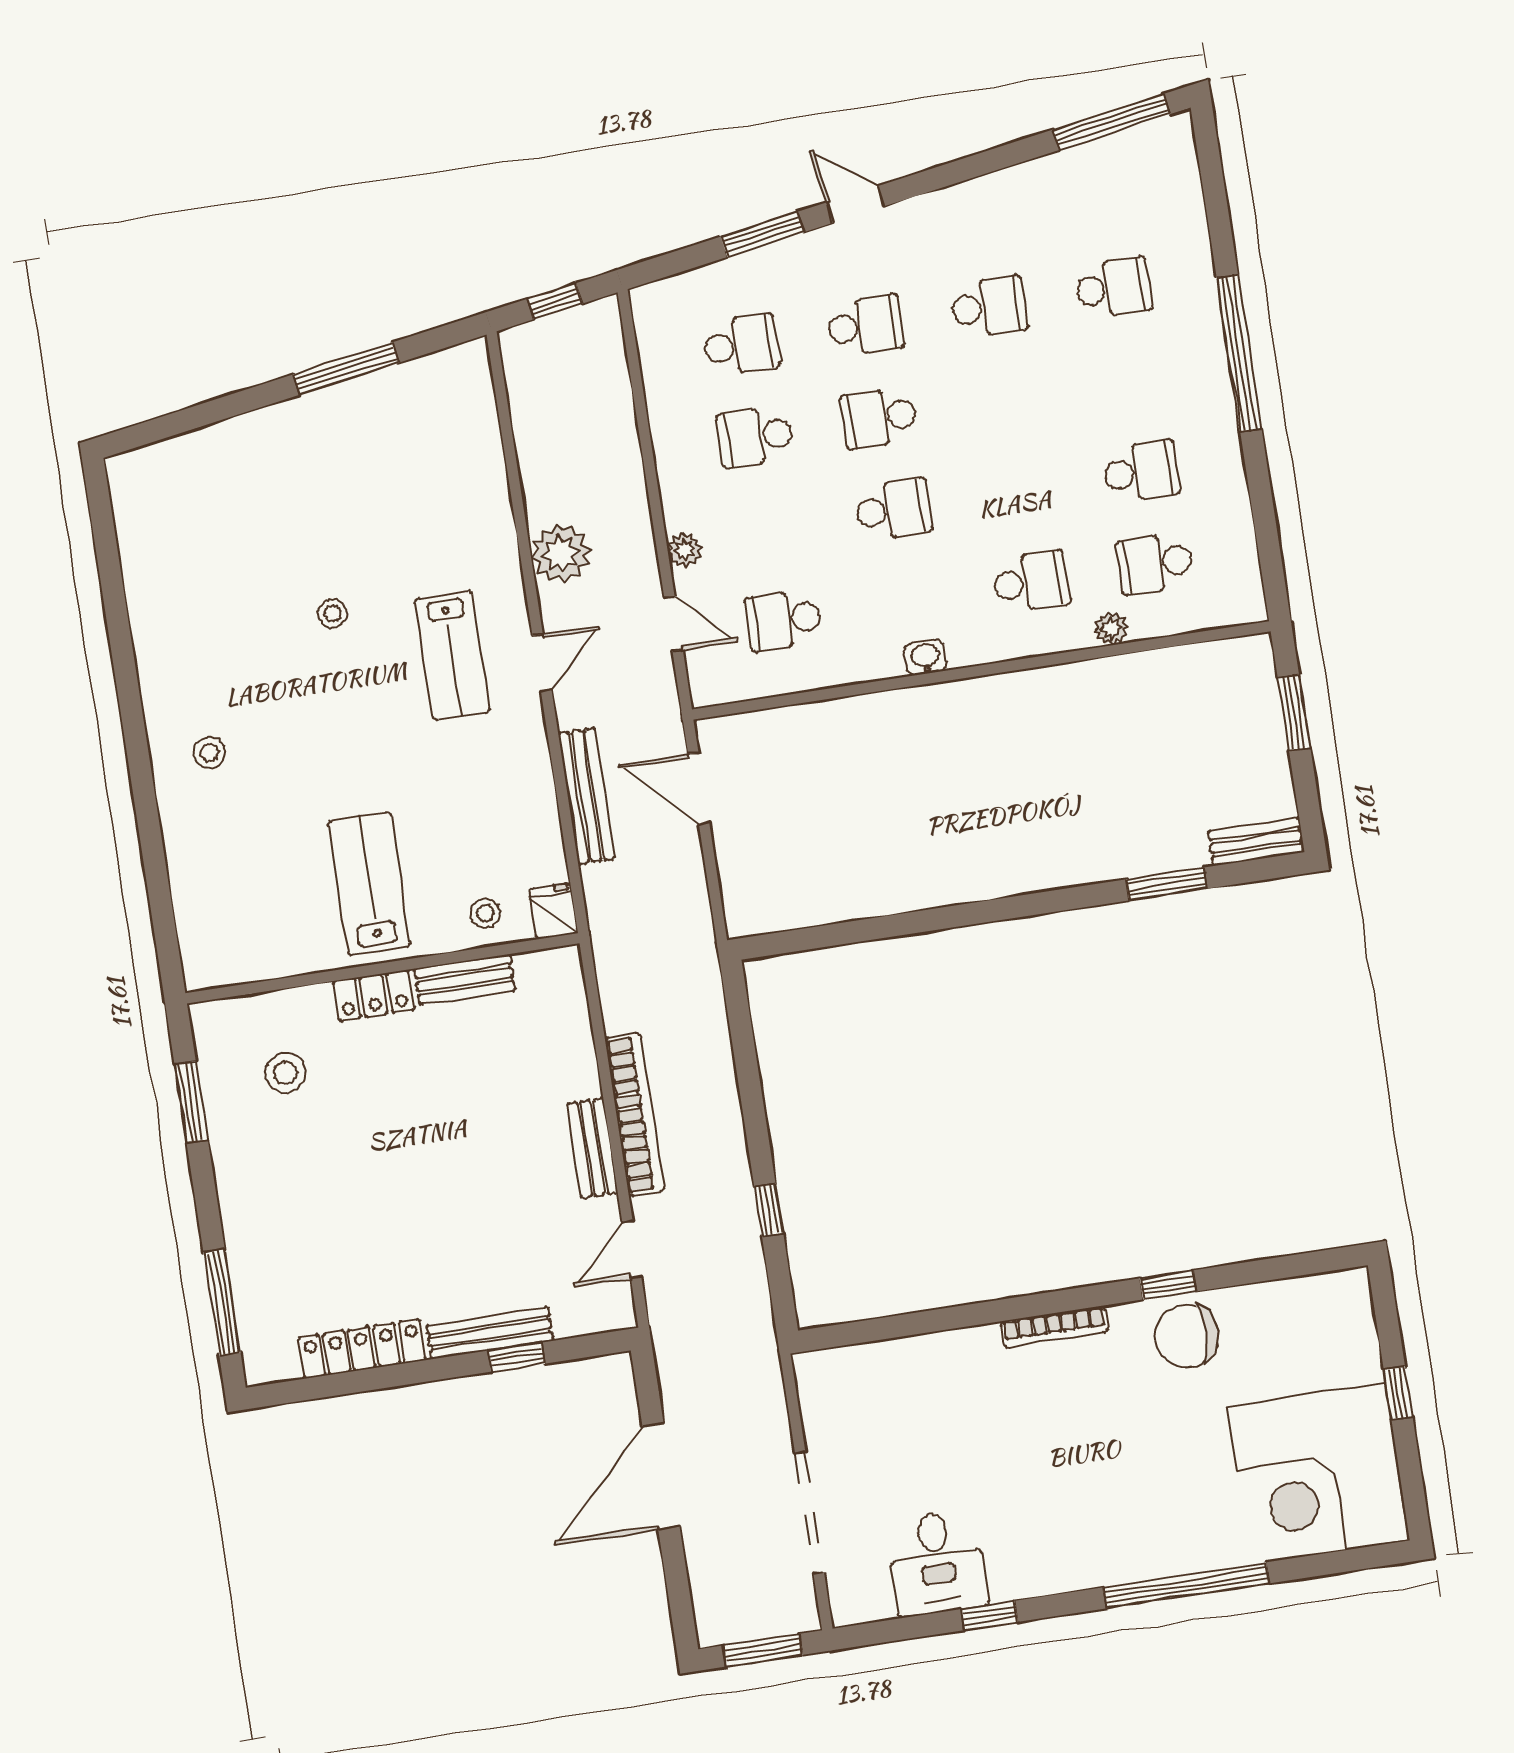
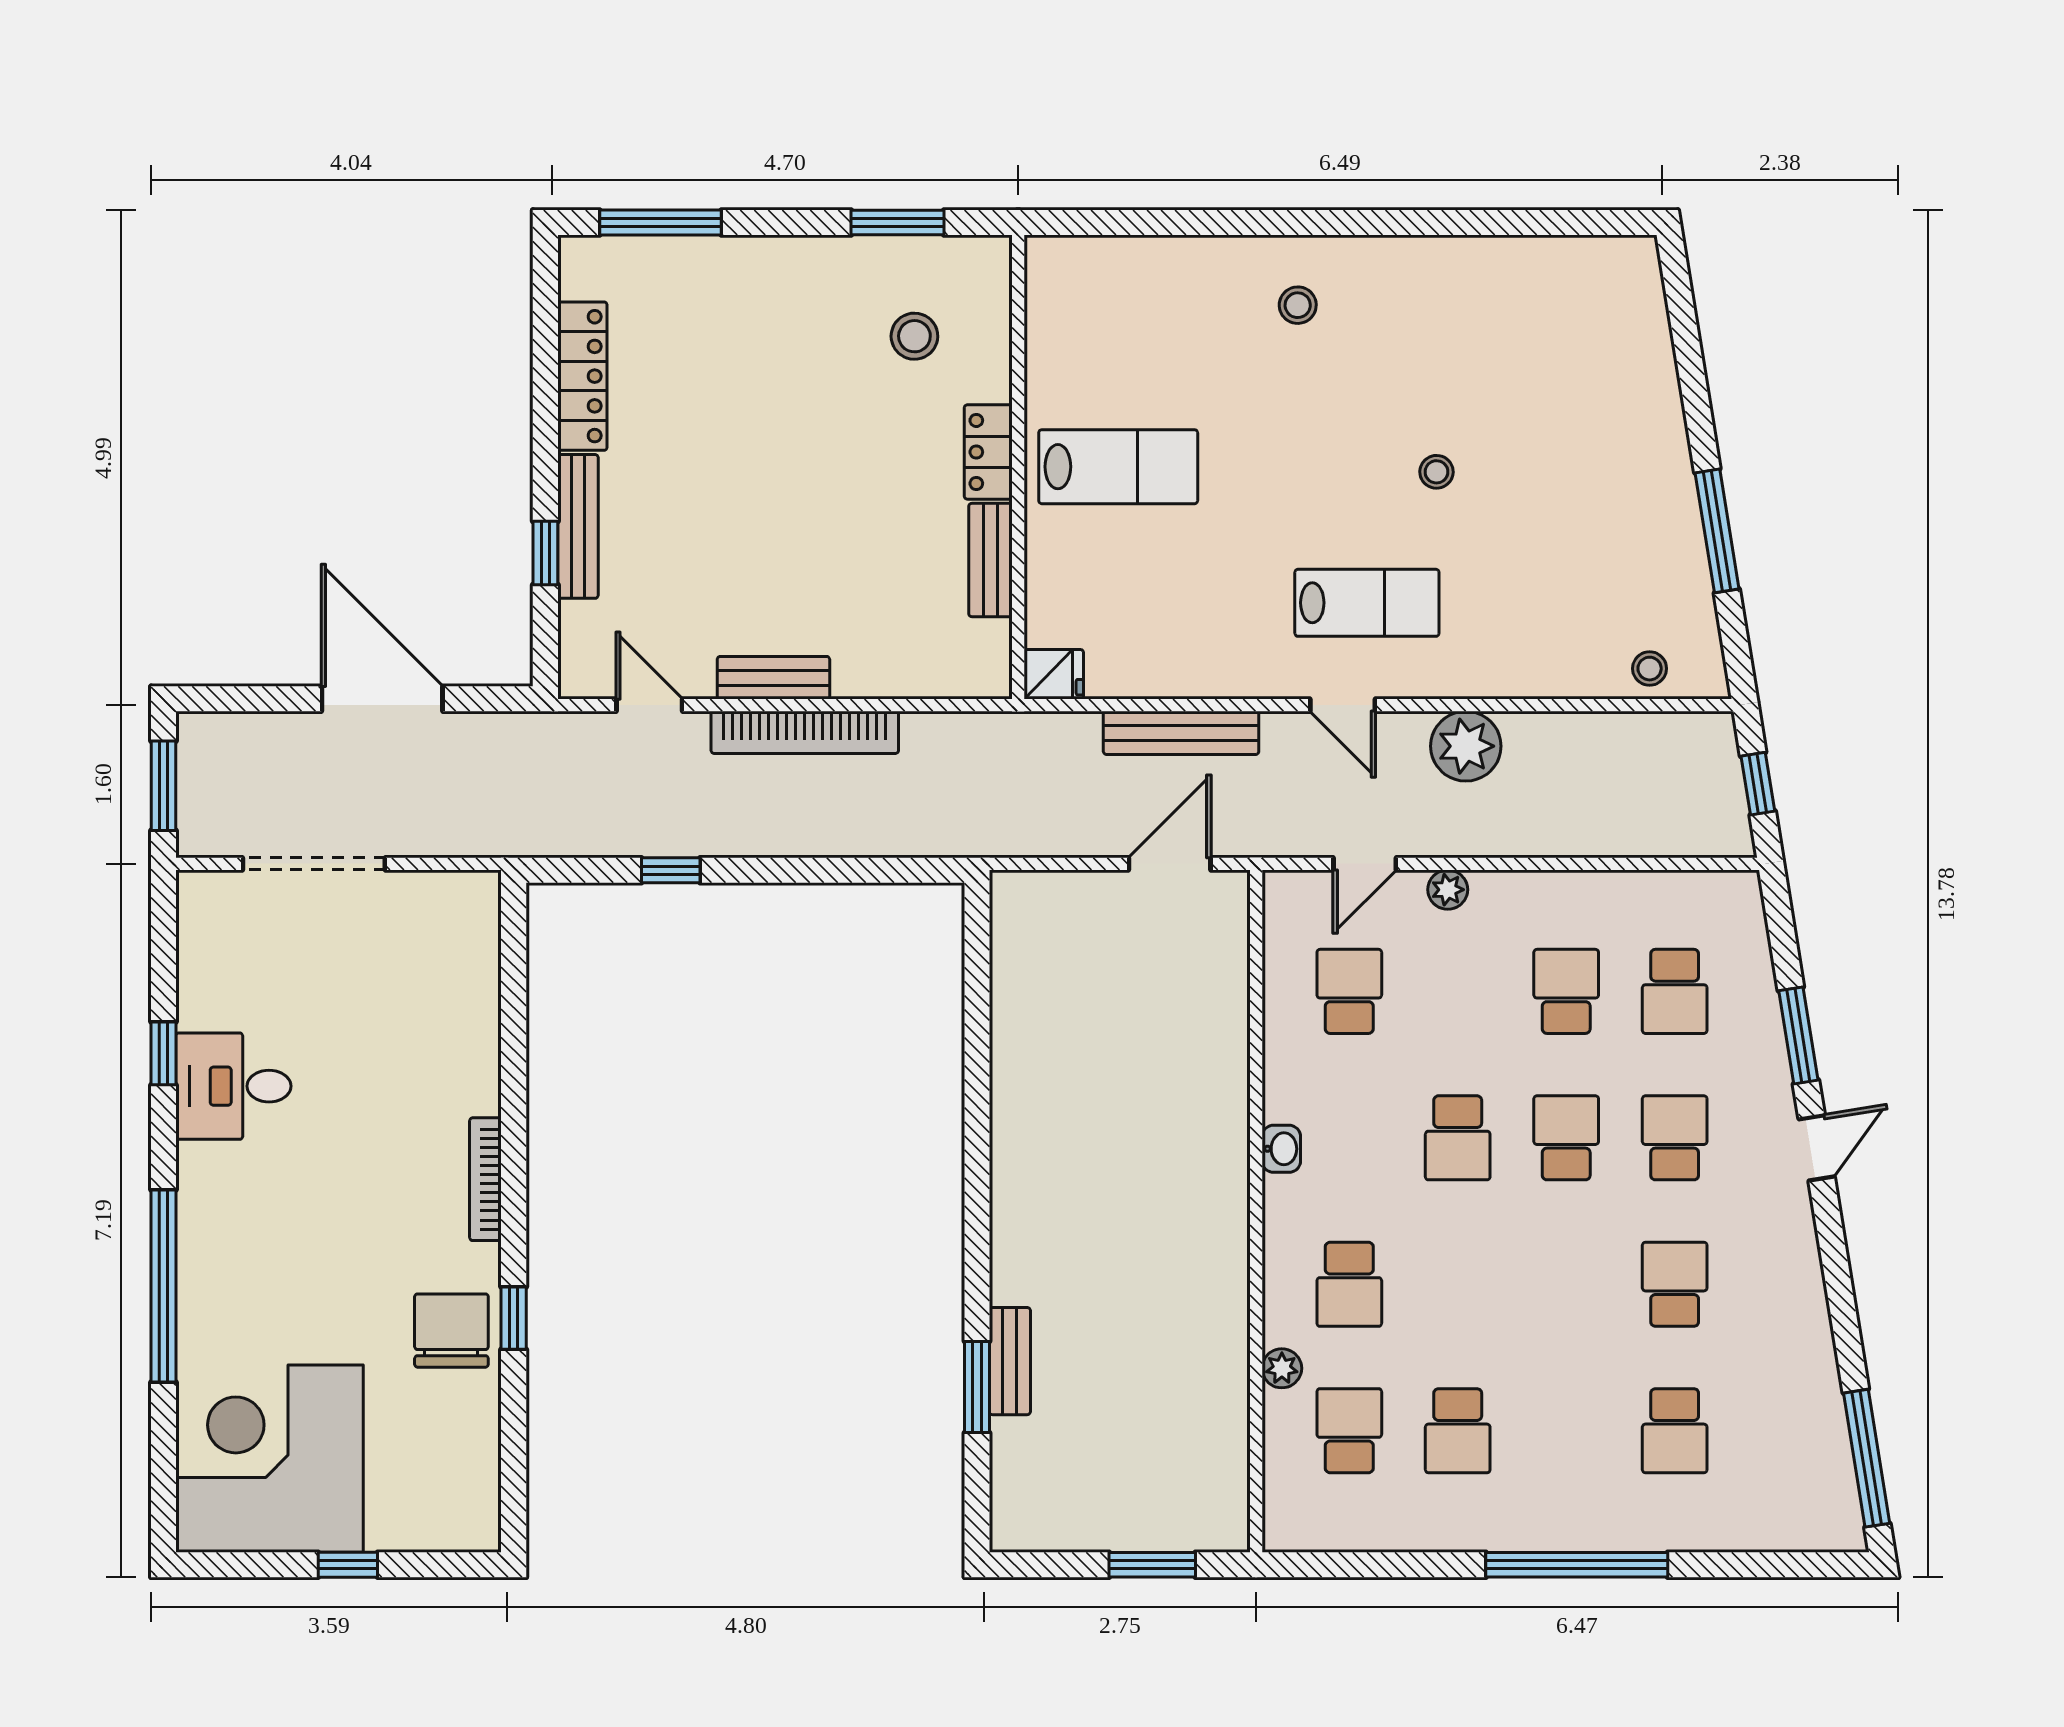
school desk: (989, 307) -> (1675, 1284), turned 180
school desk: (865, 326) -> (1675, 1138), turned 180
lab bench: (452, 655) -> (1367, 603), turned 180
bench: (1256, 842) -> (1010, 1361), moved
stool: (485, 913) -> (1650, 669), moved
desk: (937, 1563) -> (233, 1086), moved

